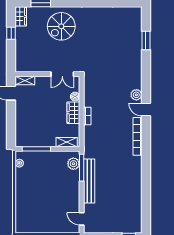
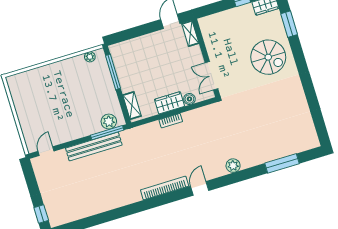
spiral stairs: (61, 26) -> (268, 57), turned 180
window: (146, 40) -> (282, 163), width x1.44
plant: (136, 95) -> (233, 166), moved

